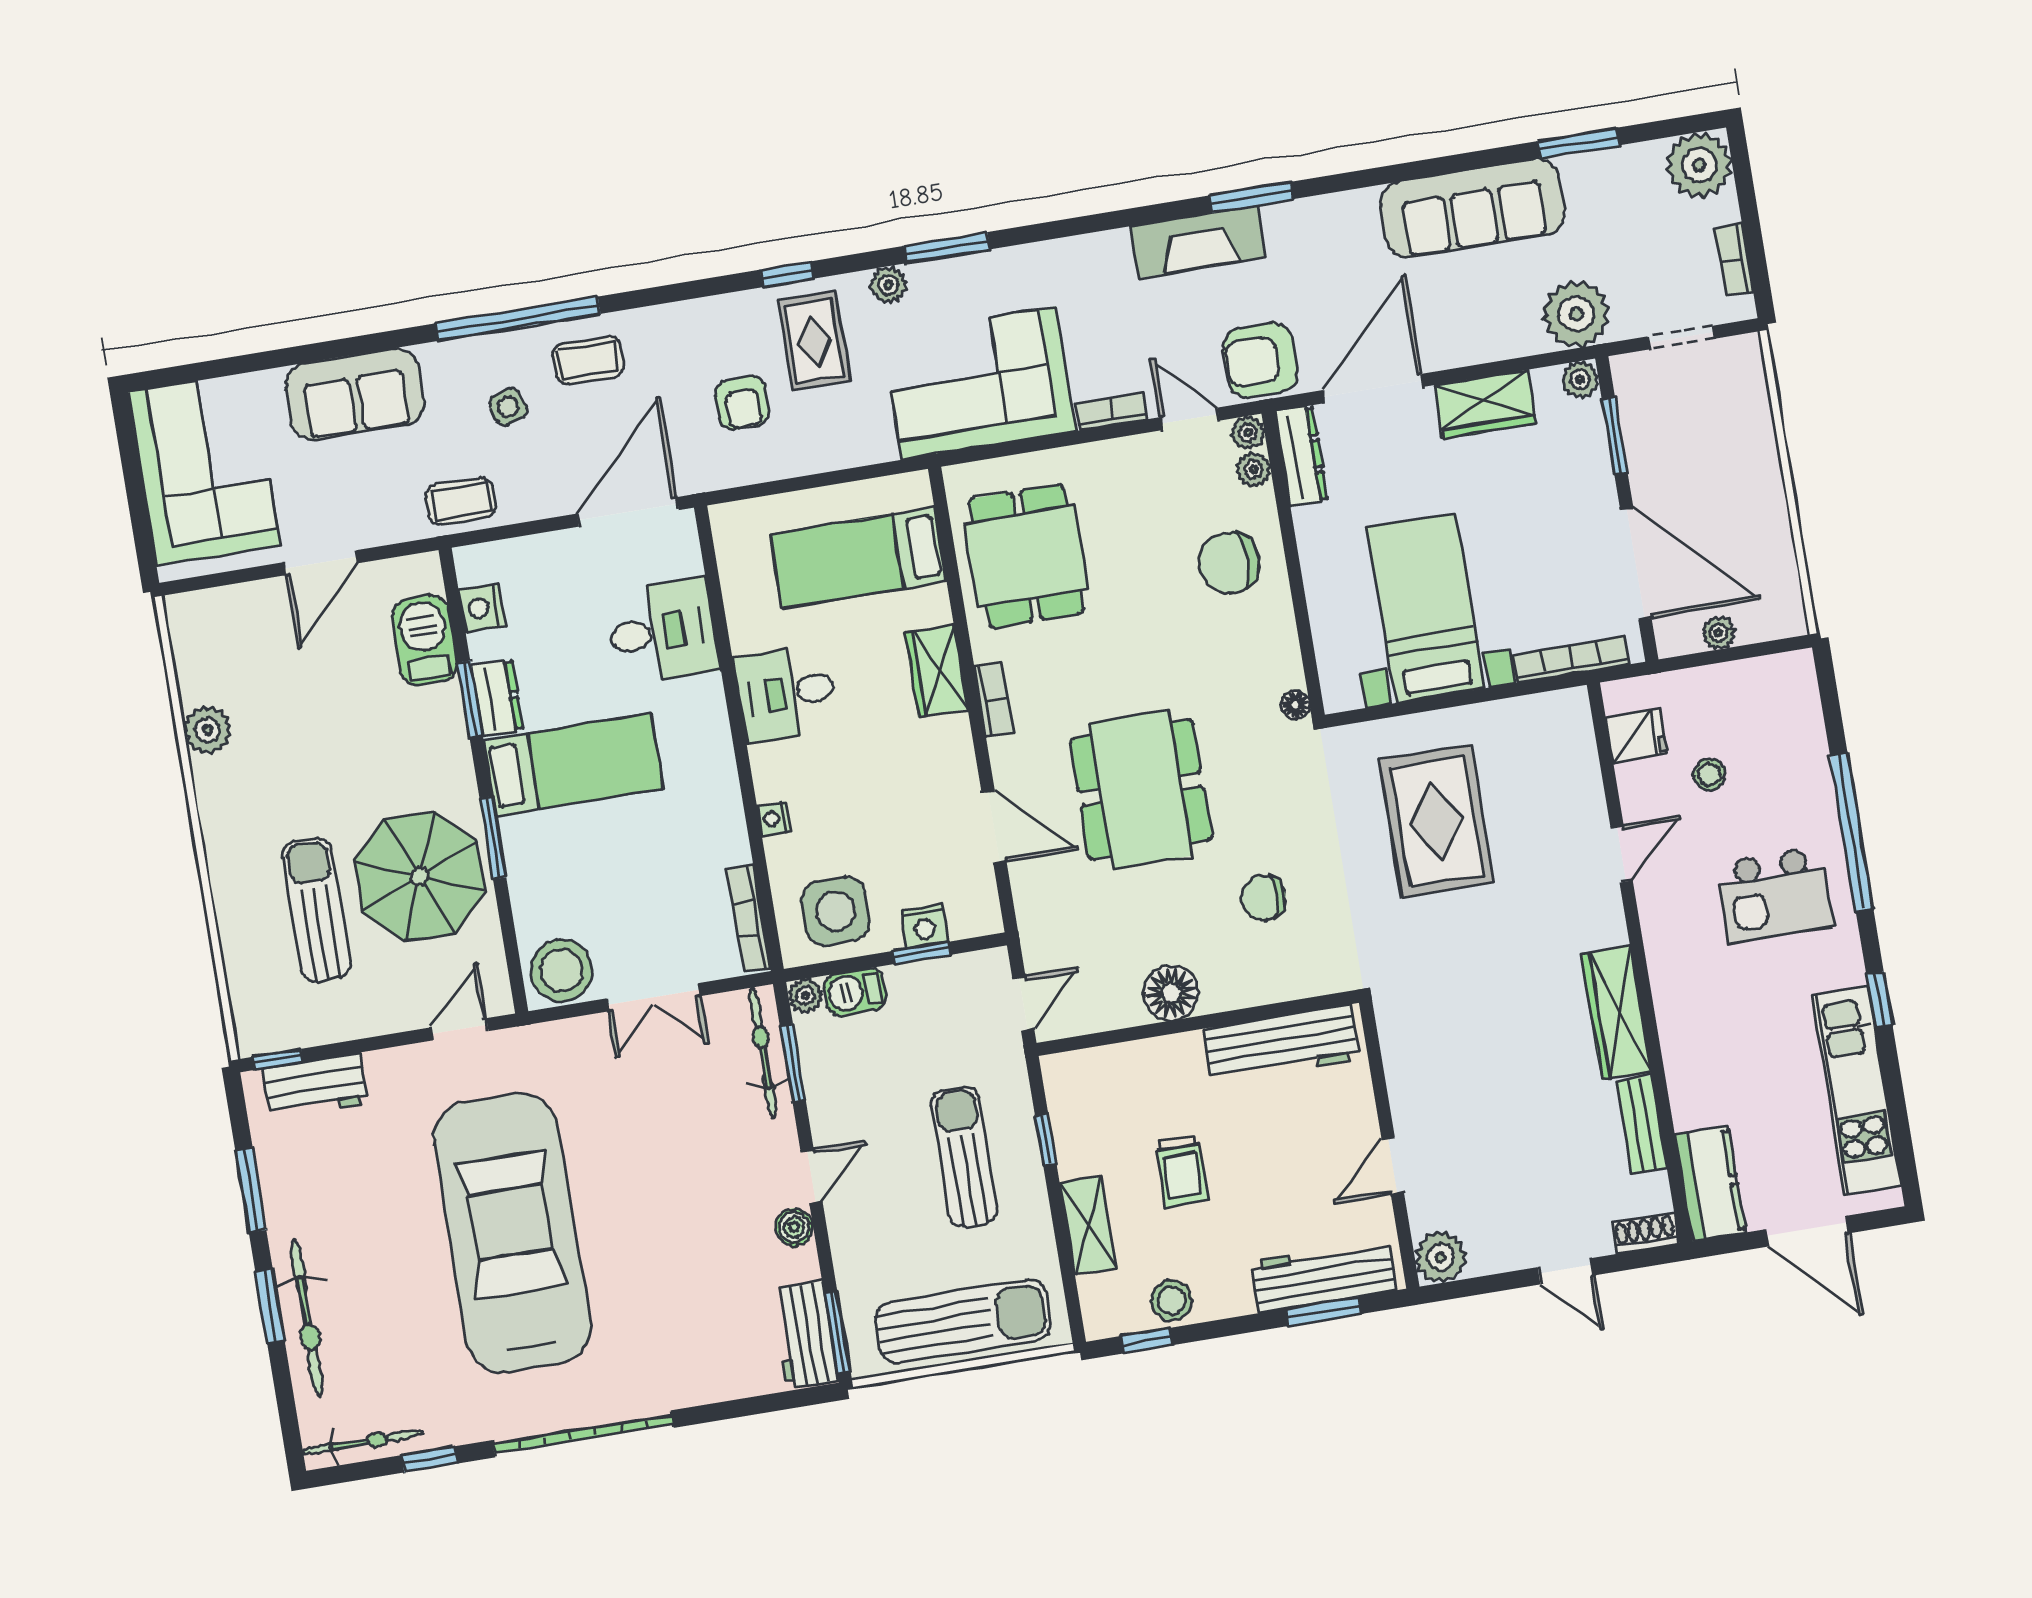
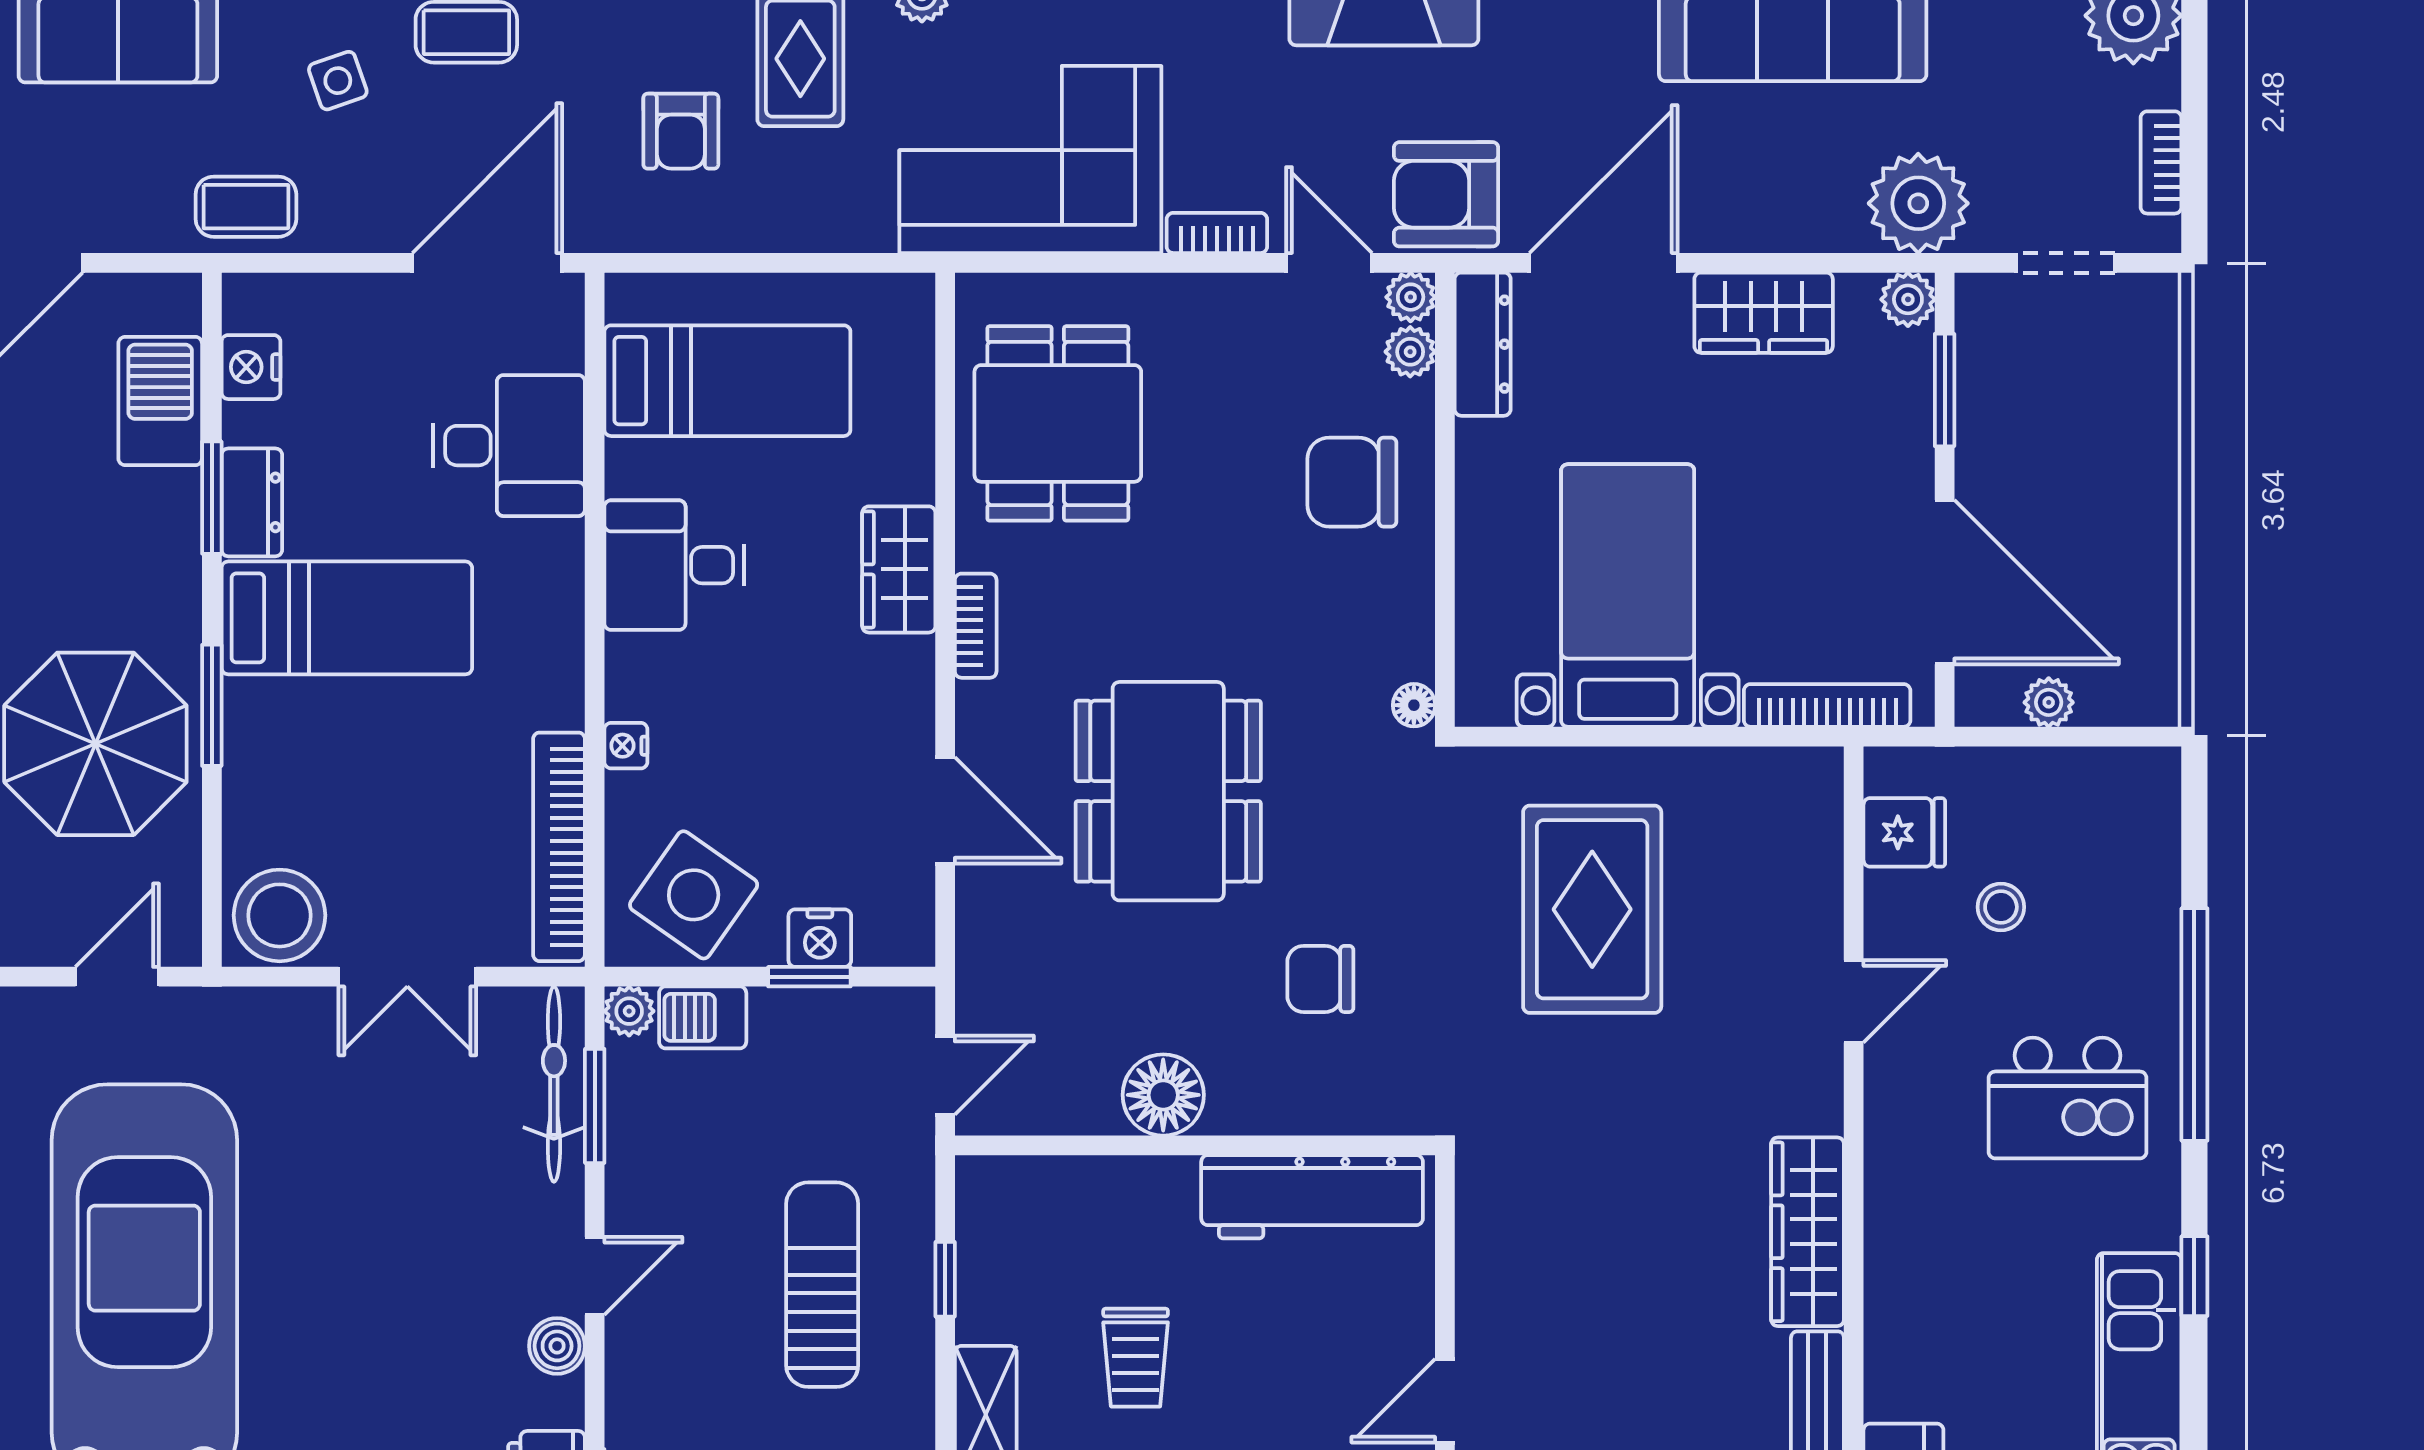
bed: (858, 558) -> (727, 381), moved, turned 180
side table: (835, 911) -> (694, 895), turned 35
bookcase: (748, 918) -> (559, 847), width x1.48, depth x1.31

